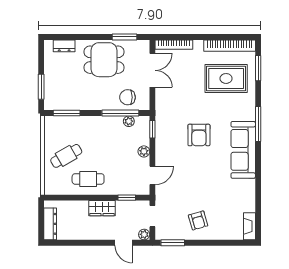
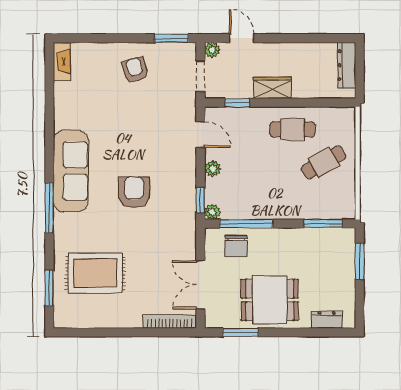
bookcase: (230, 46) -> (90, 320), removed
chair: (128, 97) -> (236, 246), turned 90
plant: (129, 121) -> (212, 212), moved
door: (152, 175) -> (200, 134), swing flipped

